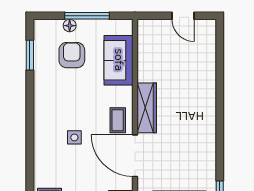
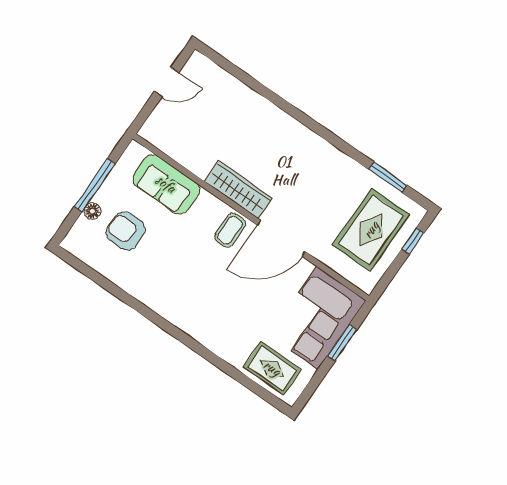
window: (30, 55) -> (94, 276), removed
coffee table: (118, 120) -> (230, 230), turned 90
side table: (74, 137) -> (216, 290), removed

